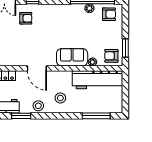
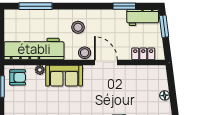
stool: (38, 106) -> (85, 53), moved

